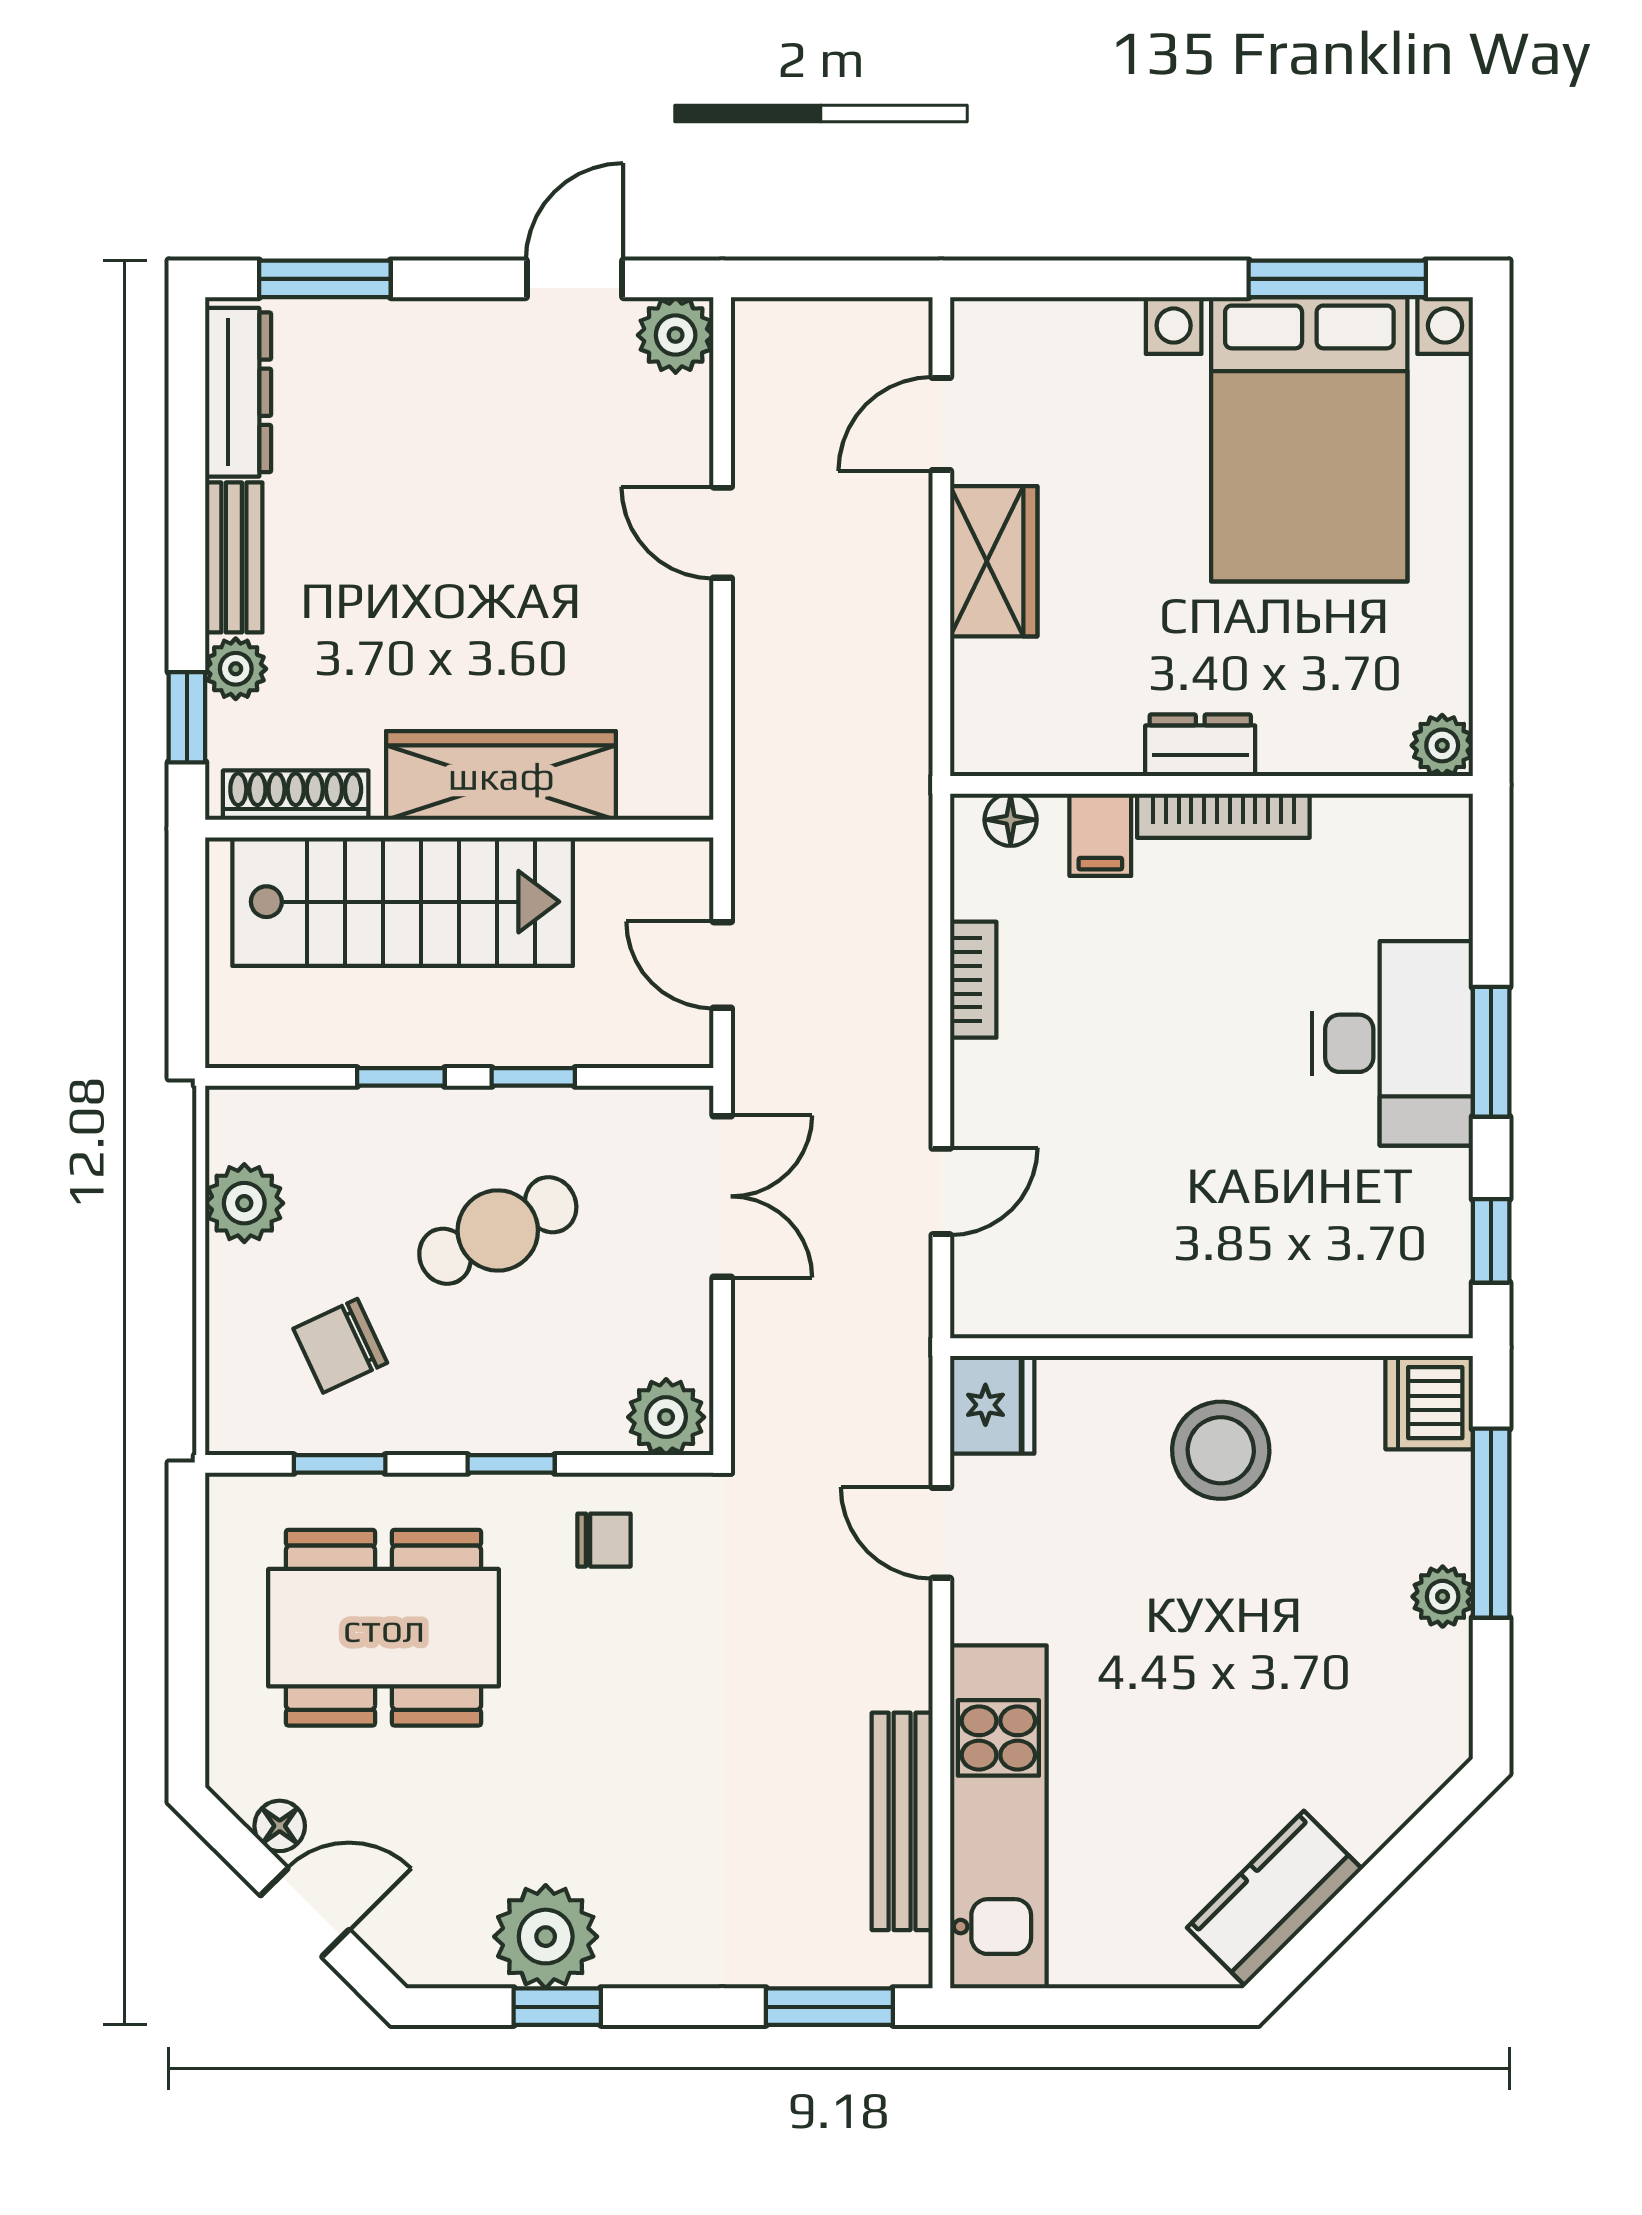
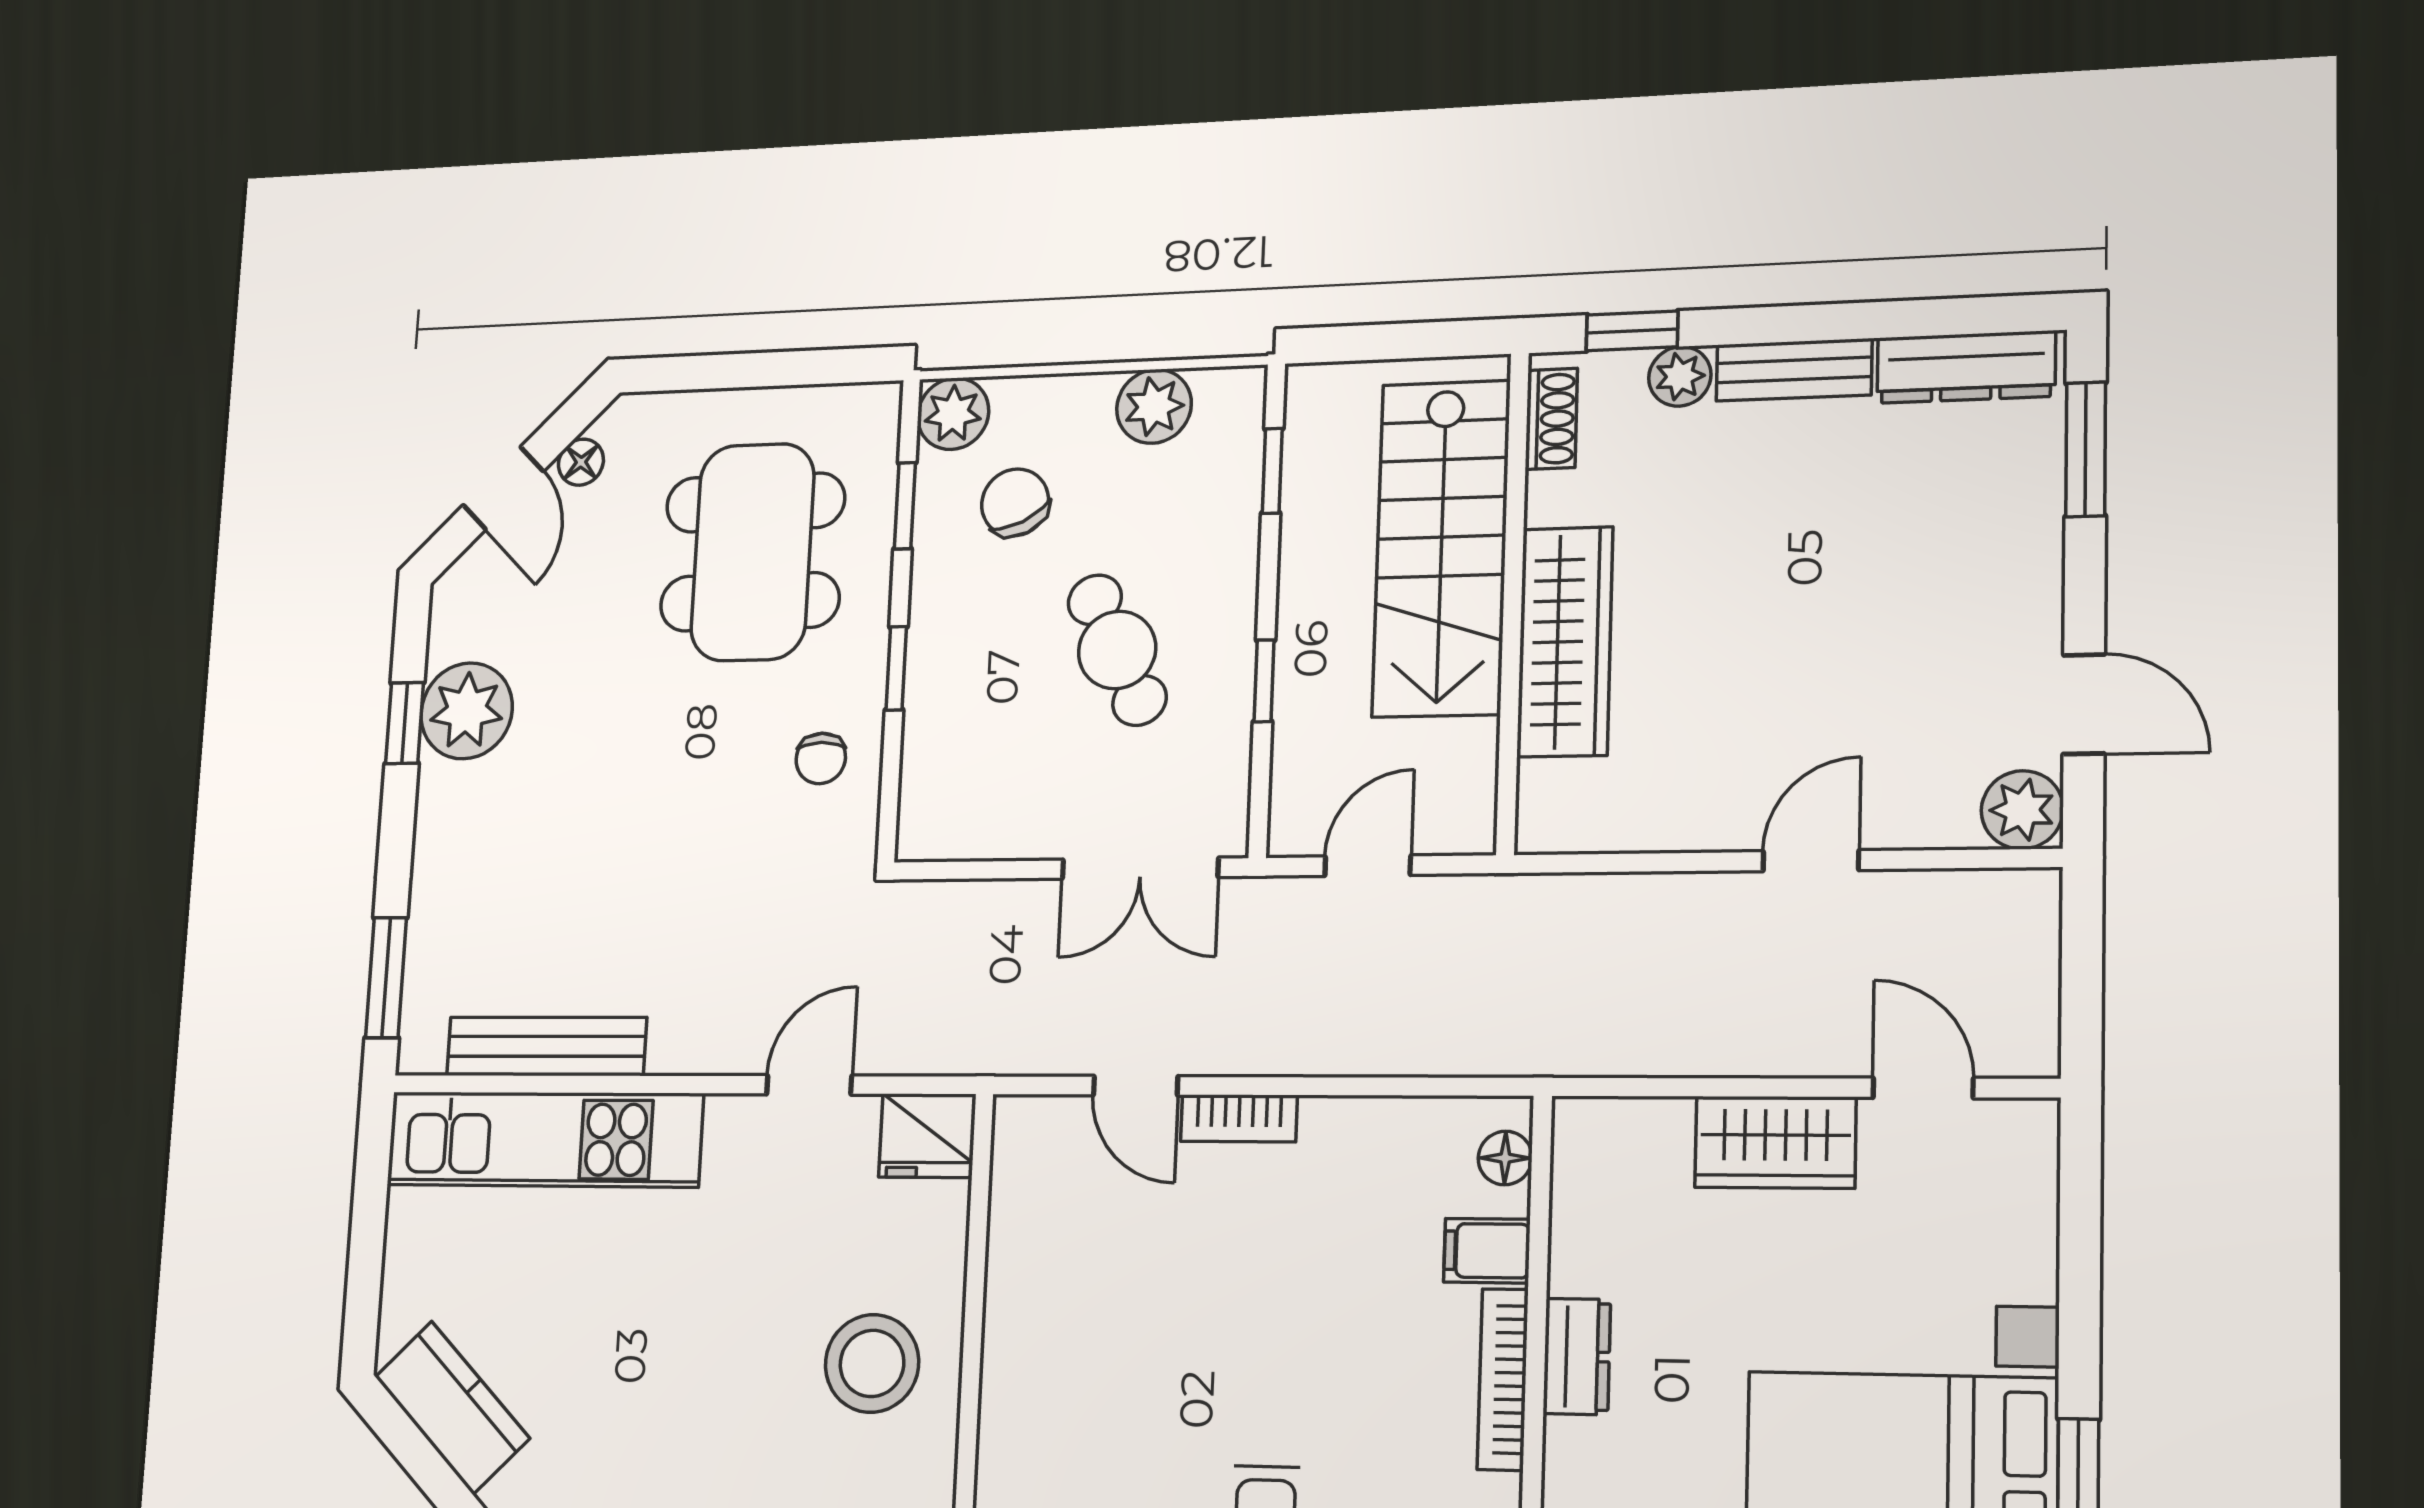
shoe rack: (296, 795) -> (1551, 419), width x0.70
bookcase: (973, 980) -> (1239, 1118), moved
window: (401, 1077) -> (1272, 471), moved
plant: (666, 1417) -> (953, 414), moved

